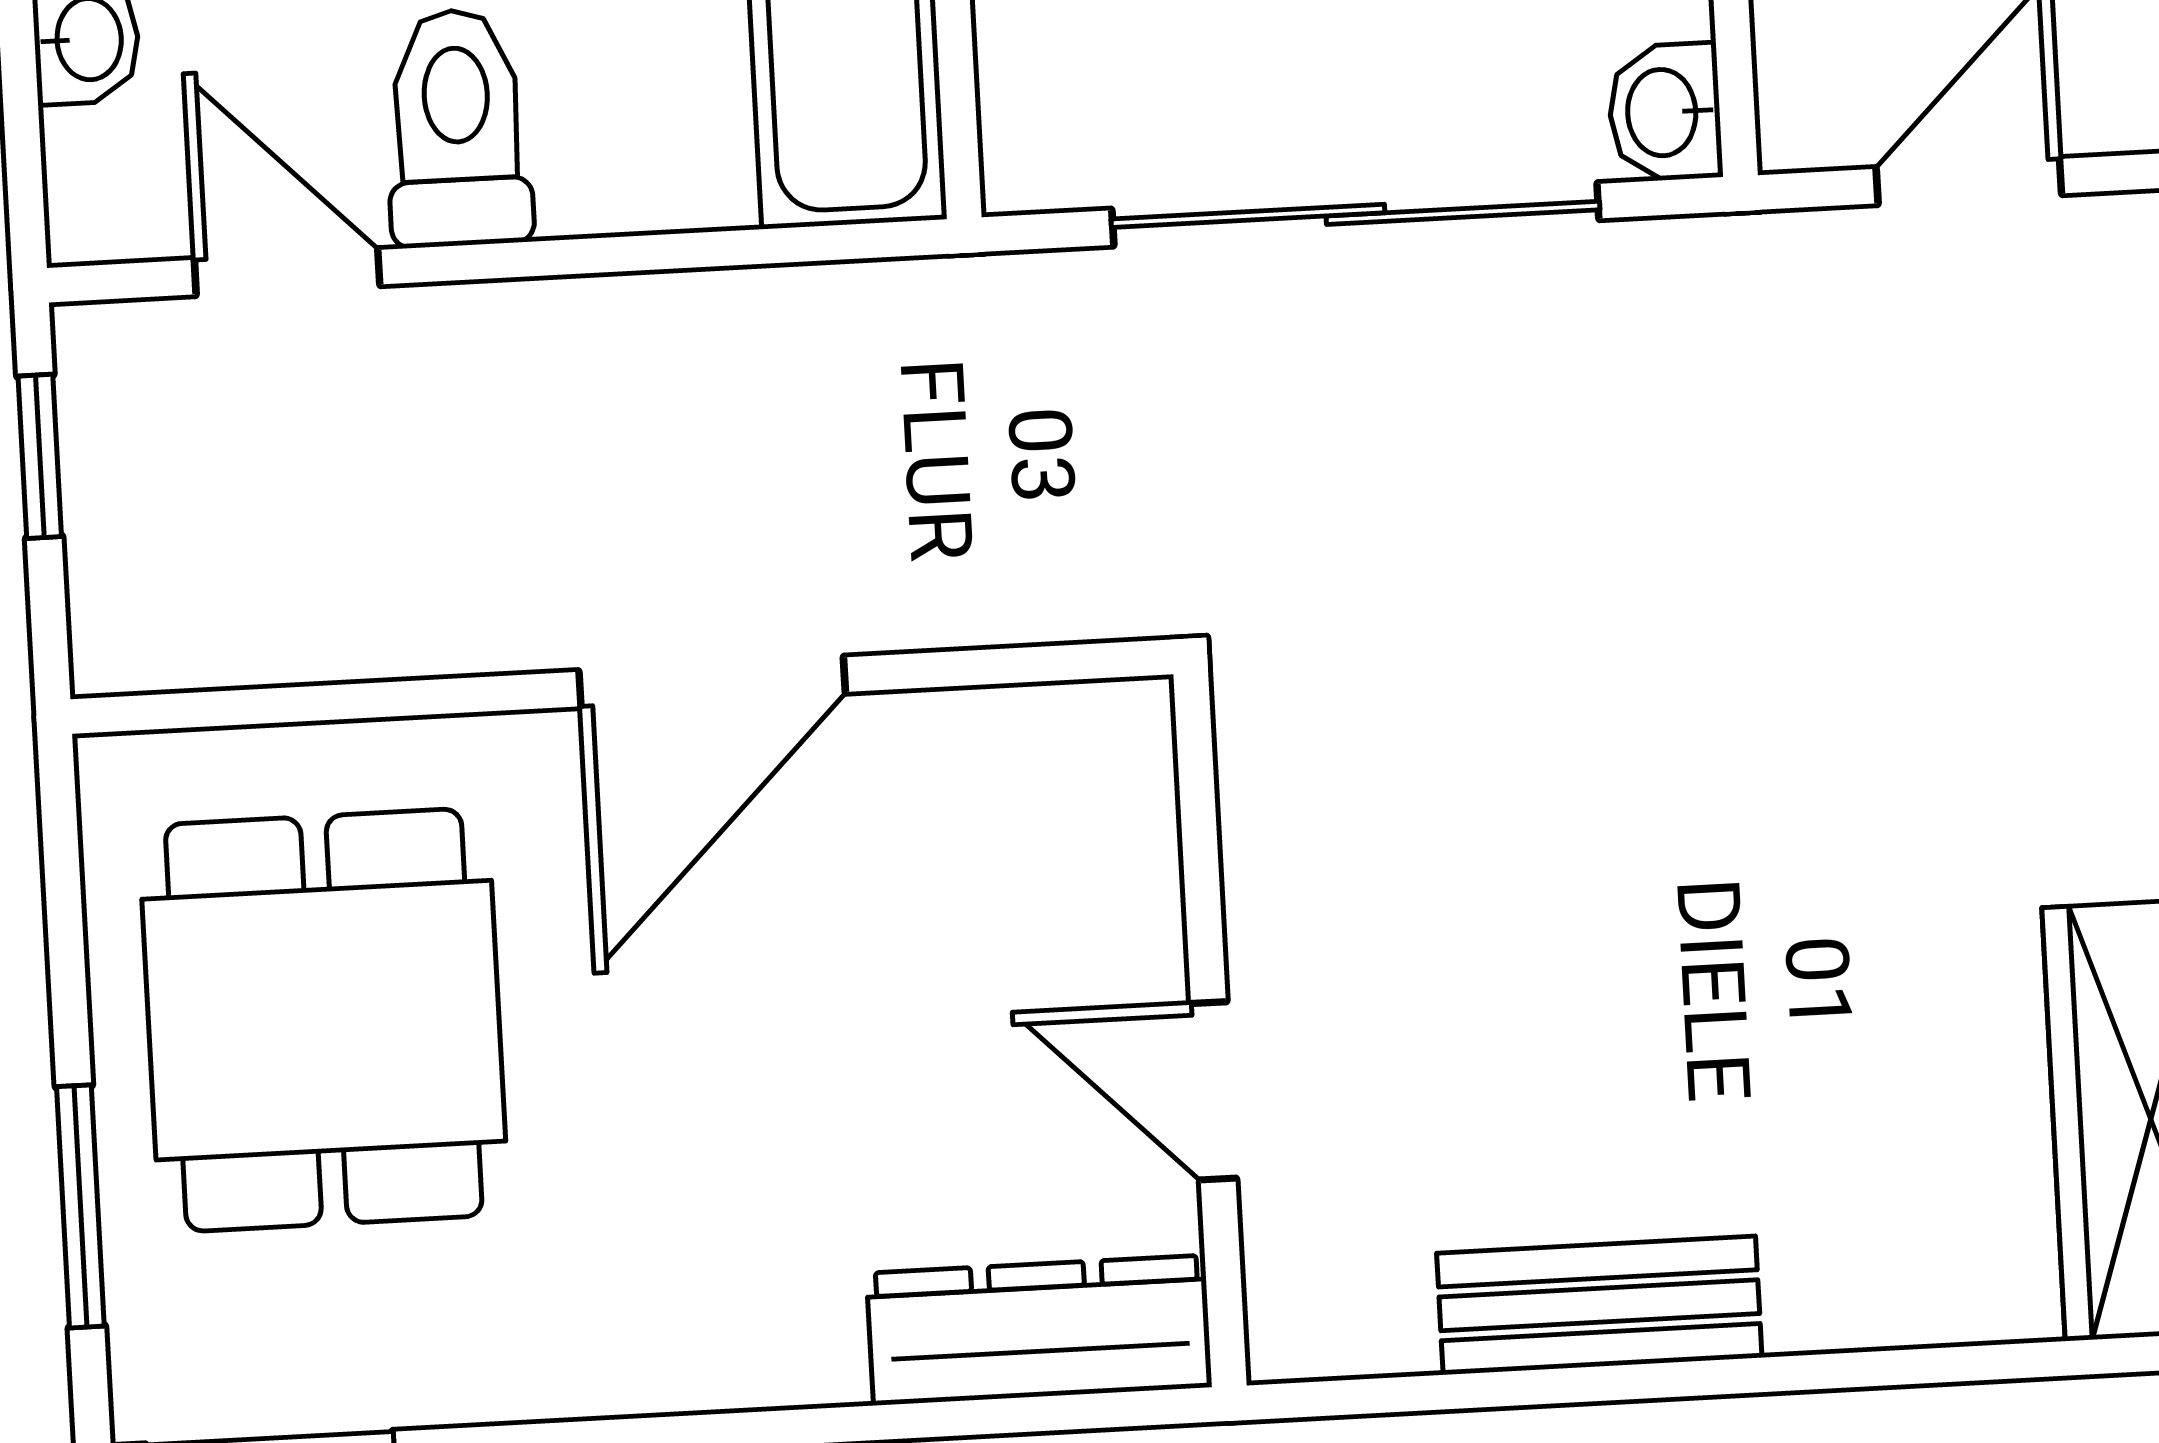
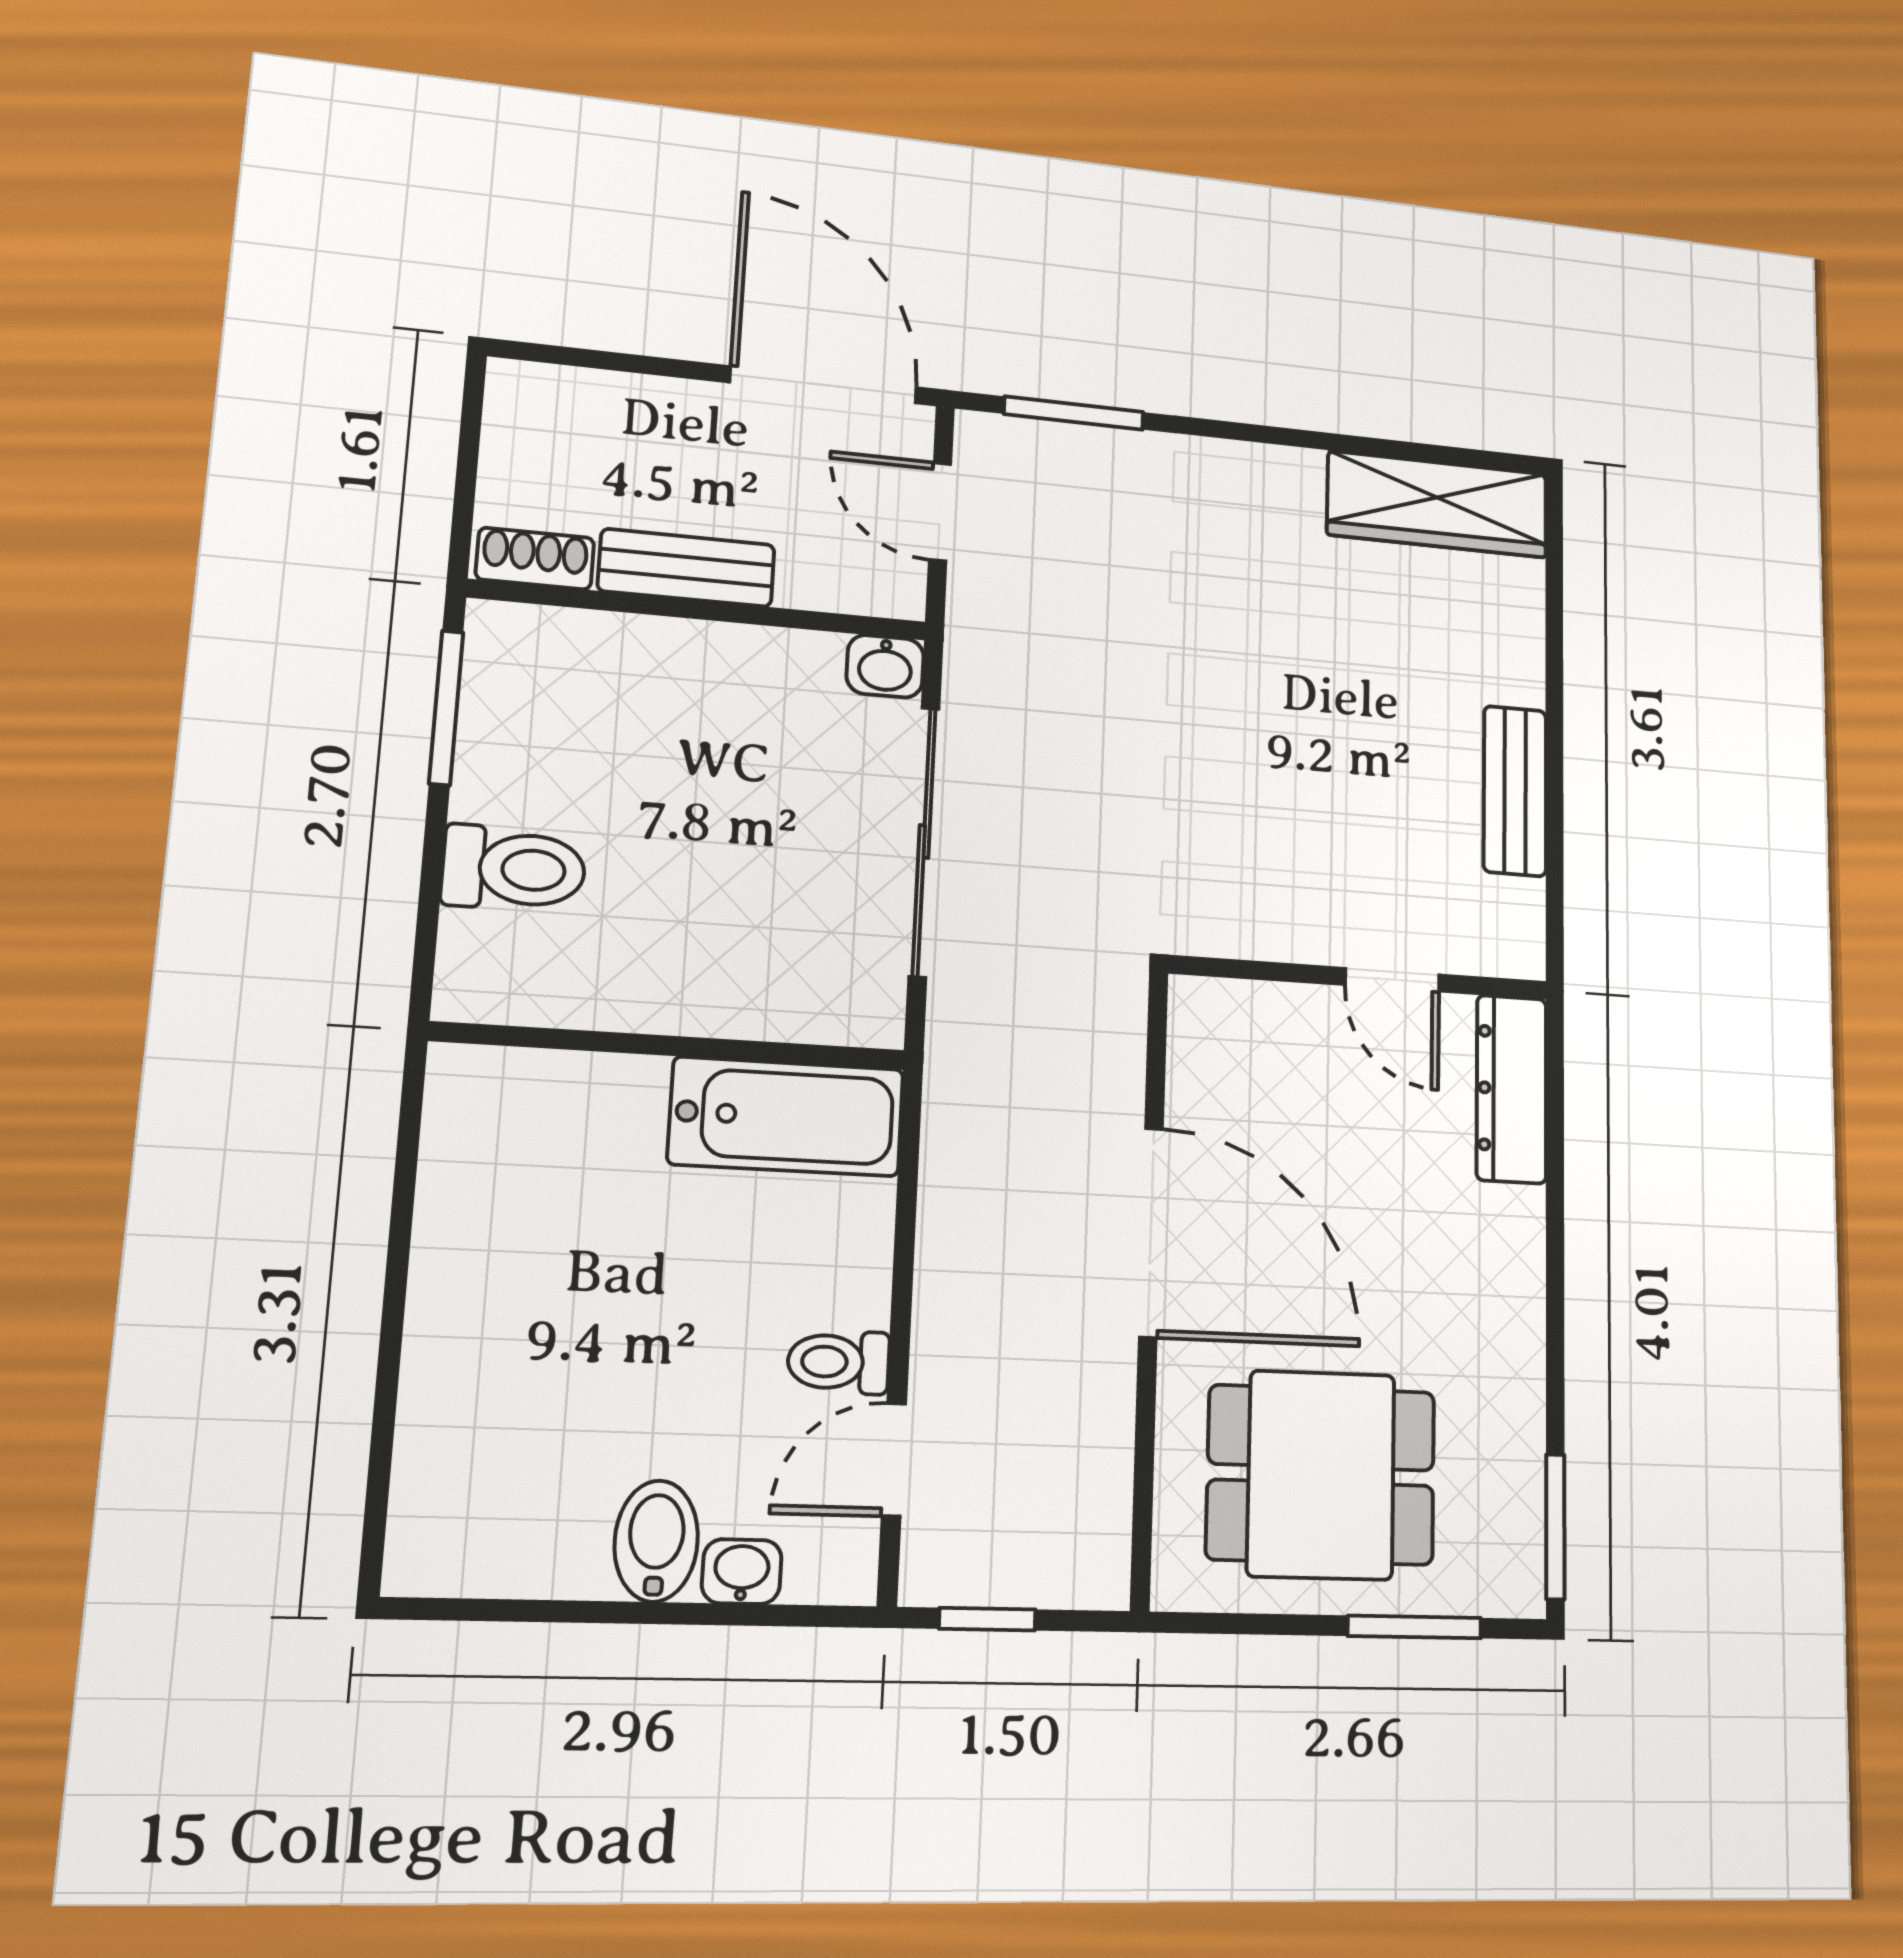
toilet: (457, 128) -> (838, 1362), width x0.73, depth x0.72
door: (712, 682) -> (1151, 1232), width x1.36
door: (1213, 1091) -> (1392, 980), hinge flipped

